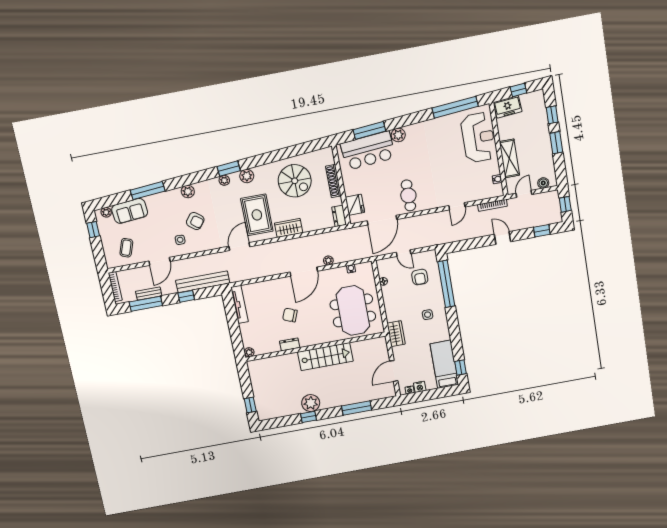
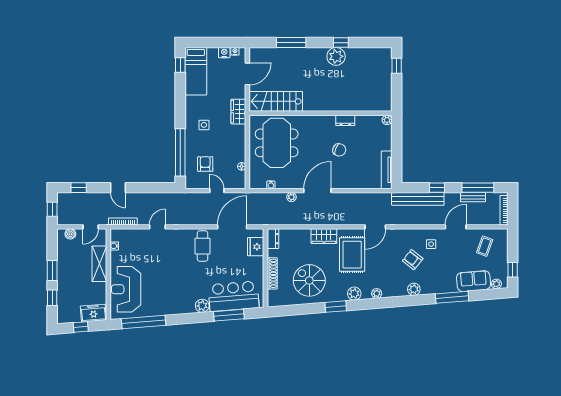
window: (229, 169) -> (336, 307), moved
stairs: (325, 357) -> (276, 101), moved

